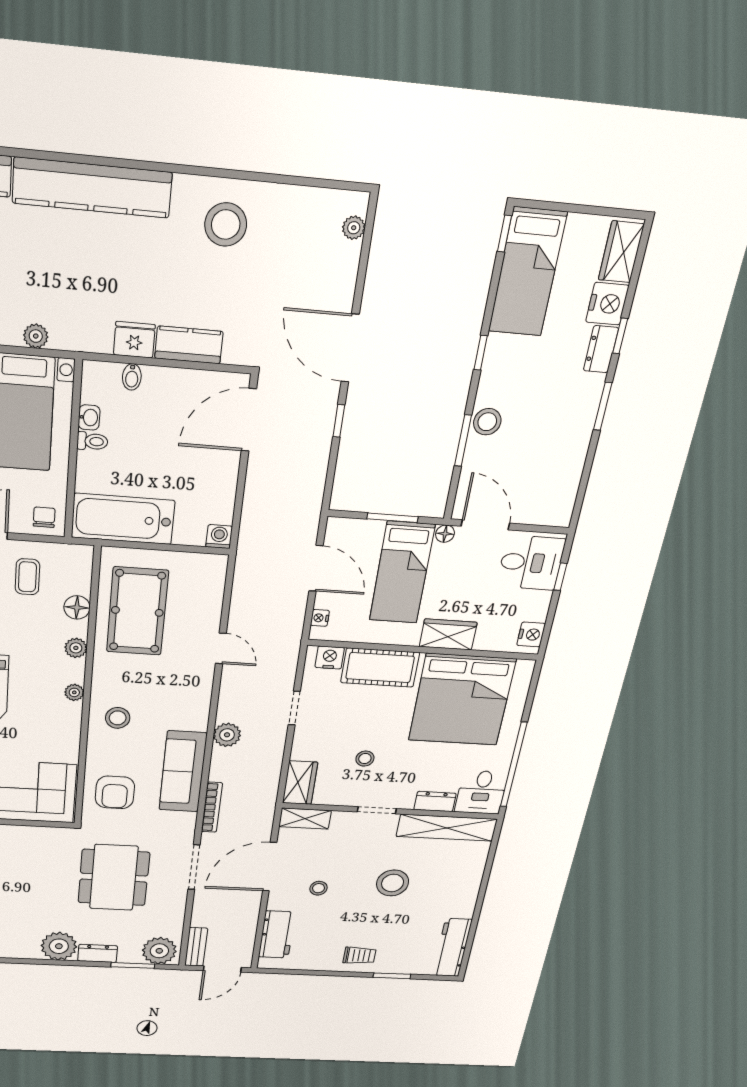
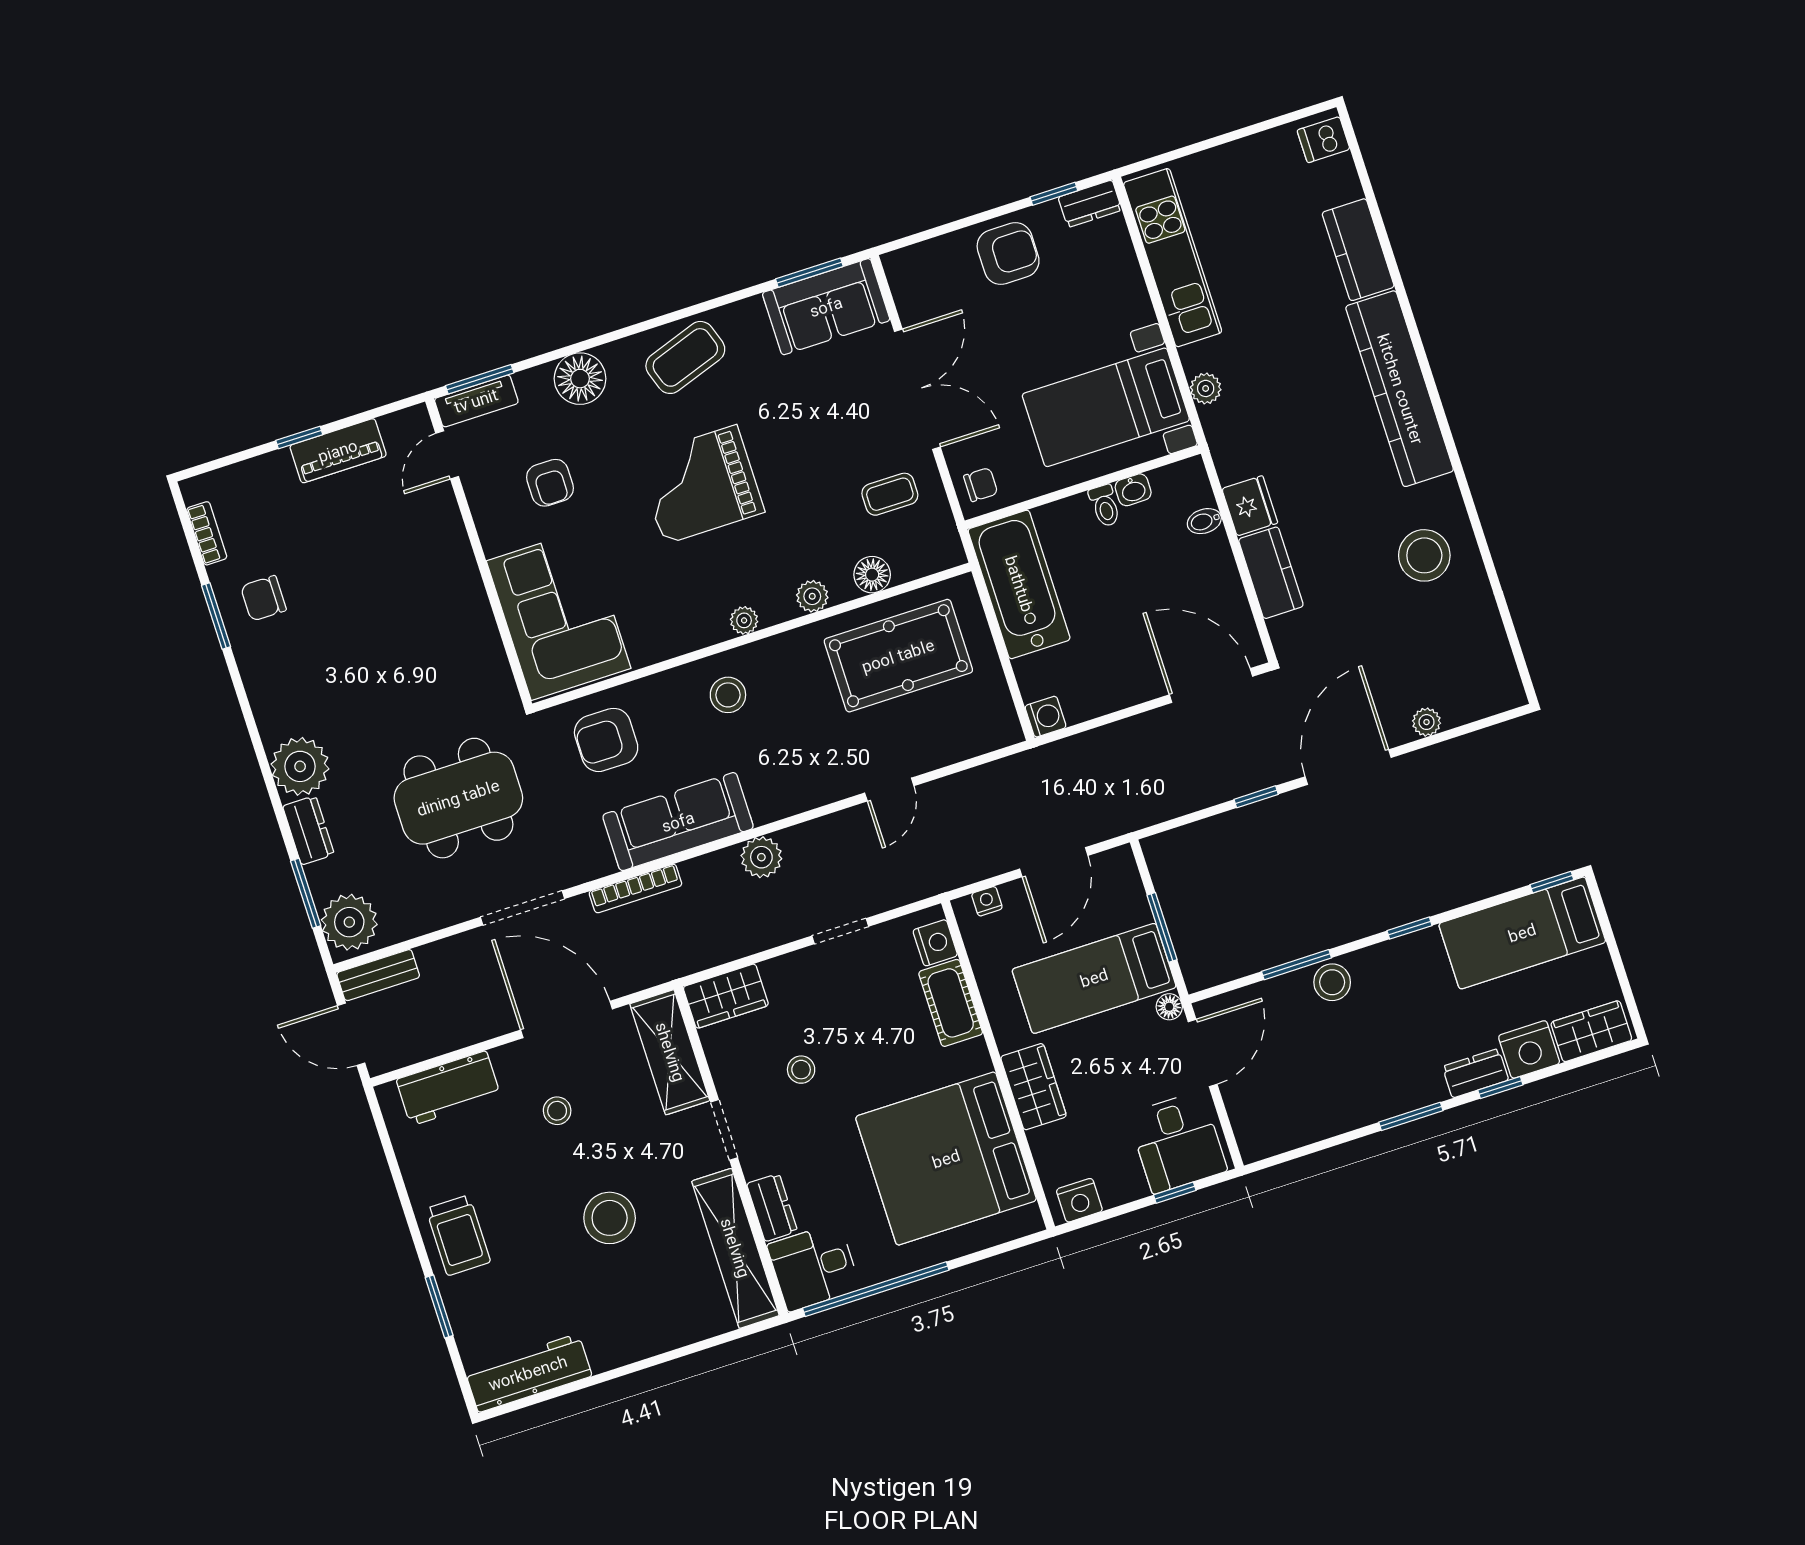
plant: (354, 228) -> (1427, 722), moved
cot: (380, 668) -> (951, 1003), width x0.73, depth x0.75
shelving: (305, 819) -> (670, 1052), width x1.50, depth x1.33
trolley: (359, 955) -> (458, 1235), width x1.36, depth x1.39

